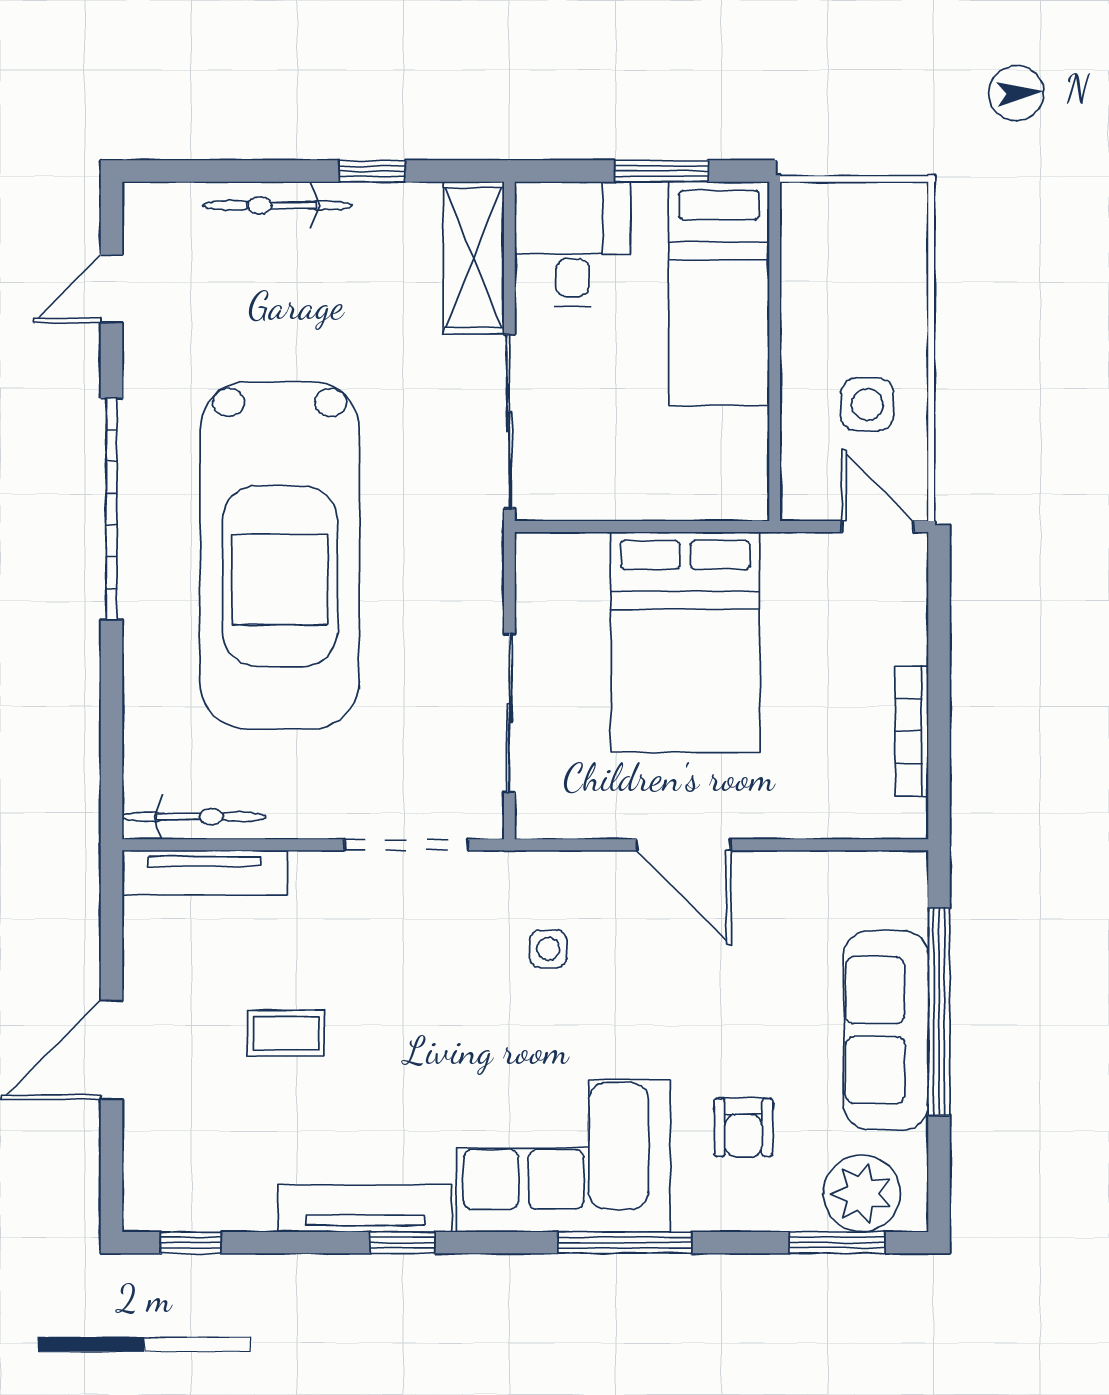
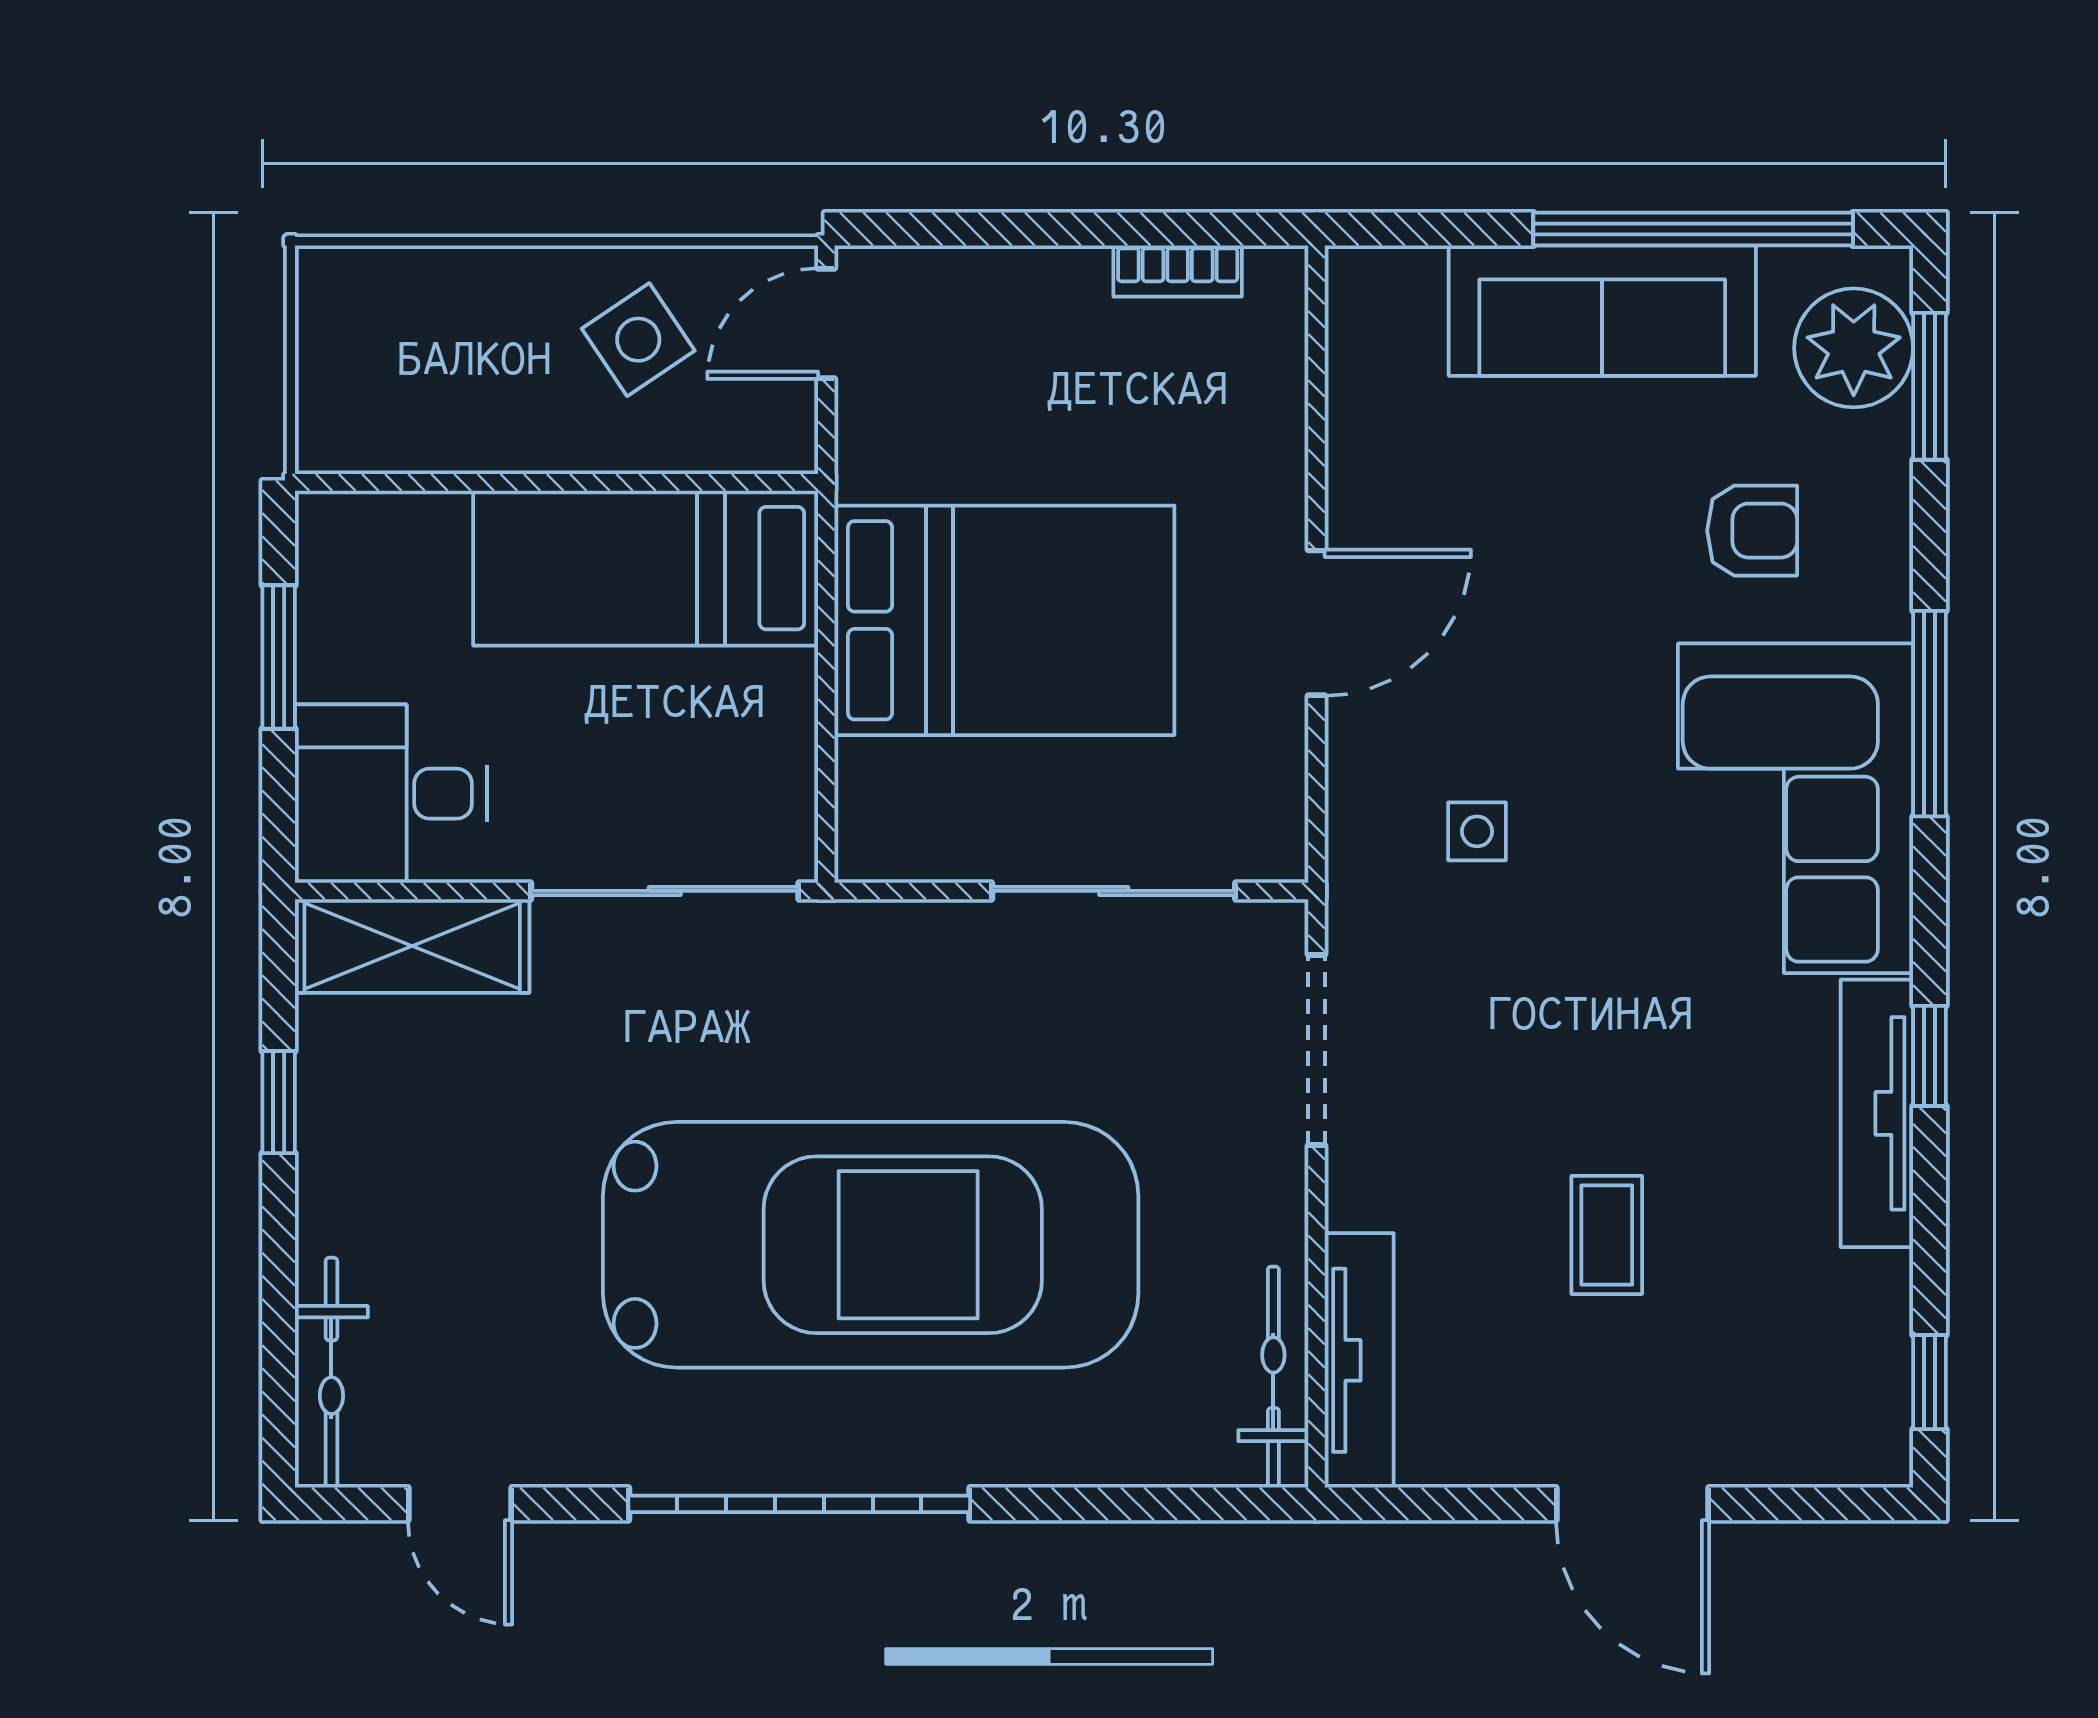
bicycle: (278, 205) -> (331, 1373), moved
bed: (719, 294) -> (646, 568), moved, turned 180
side table: (867, 404) -> (638, 340), turned -34
bookcase: (912, 731) -> (1178, 271), width x0.64
window: (939, 1012) -> (1693, 229), moved

